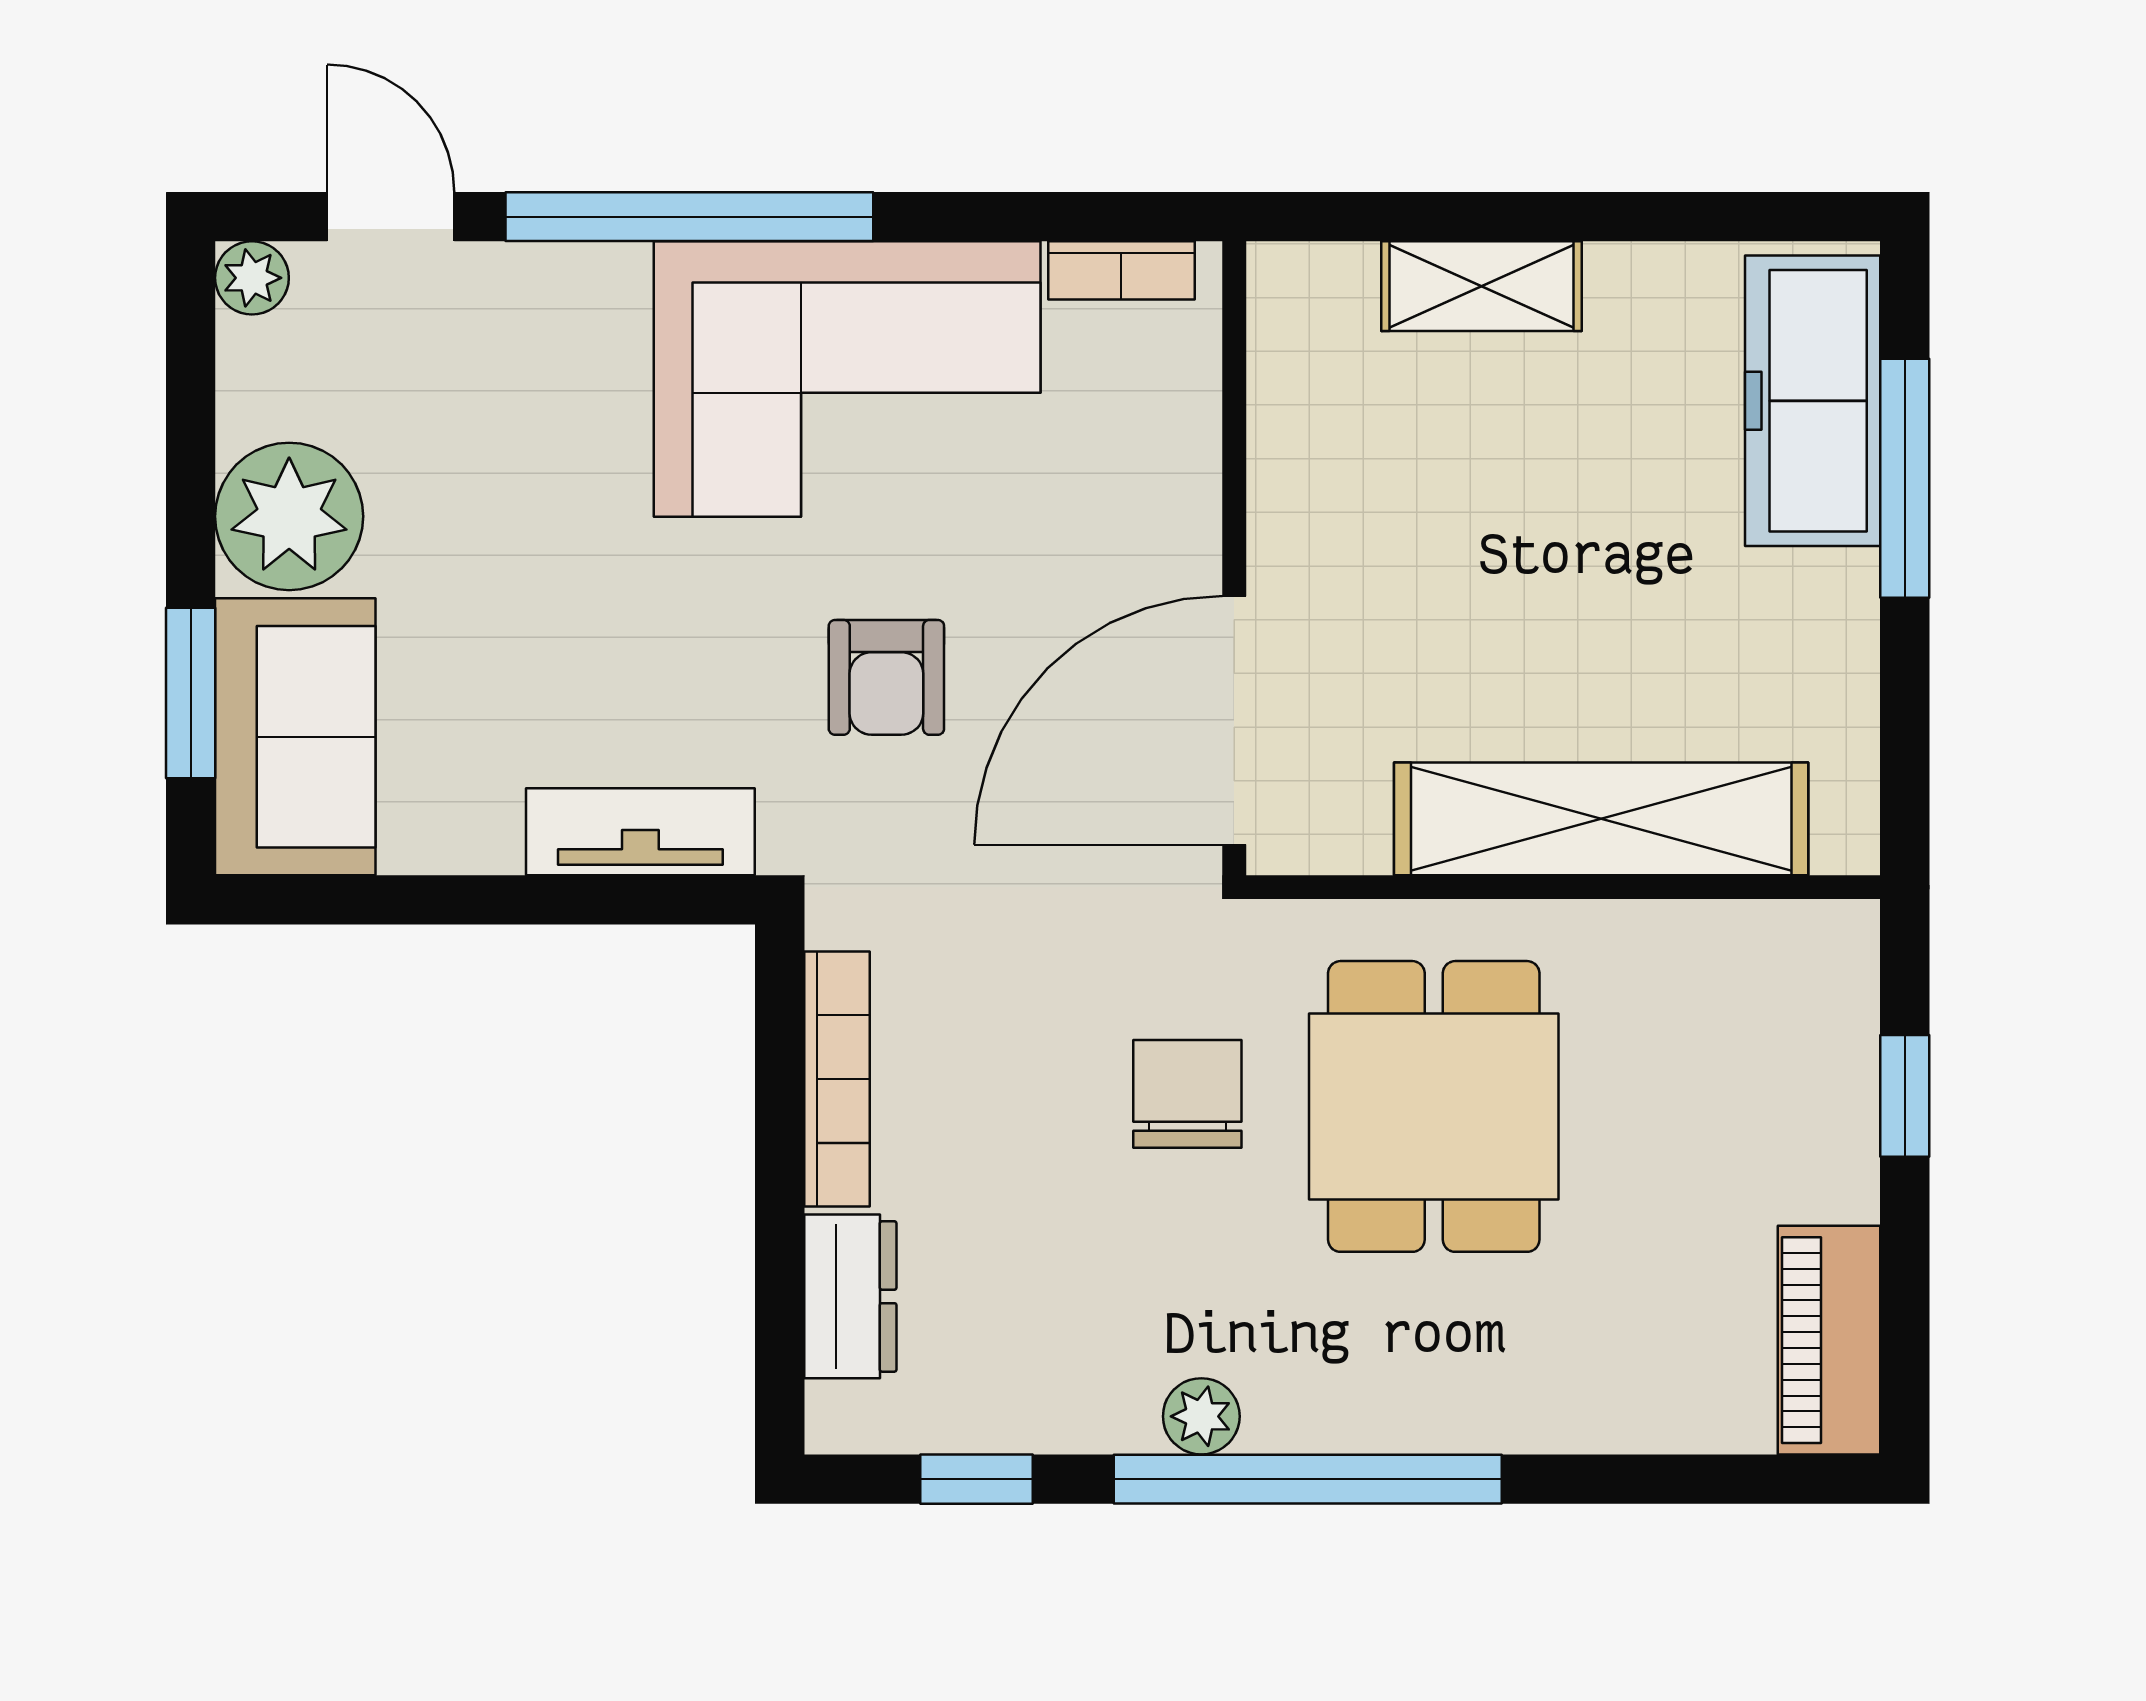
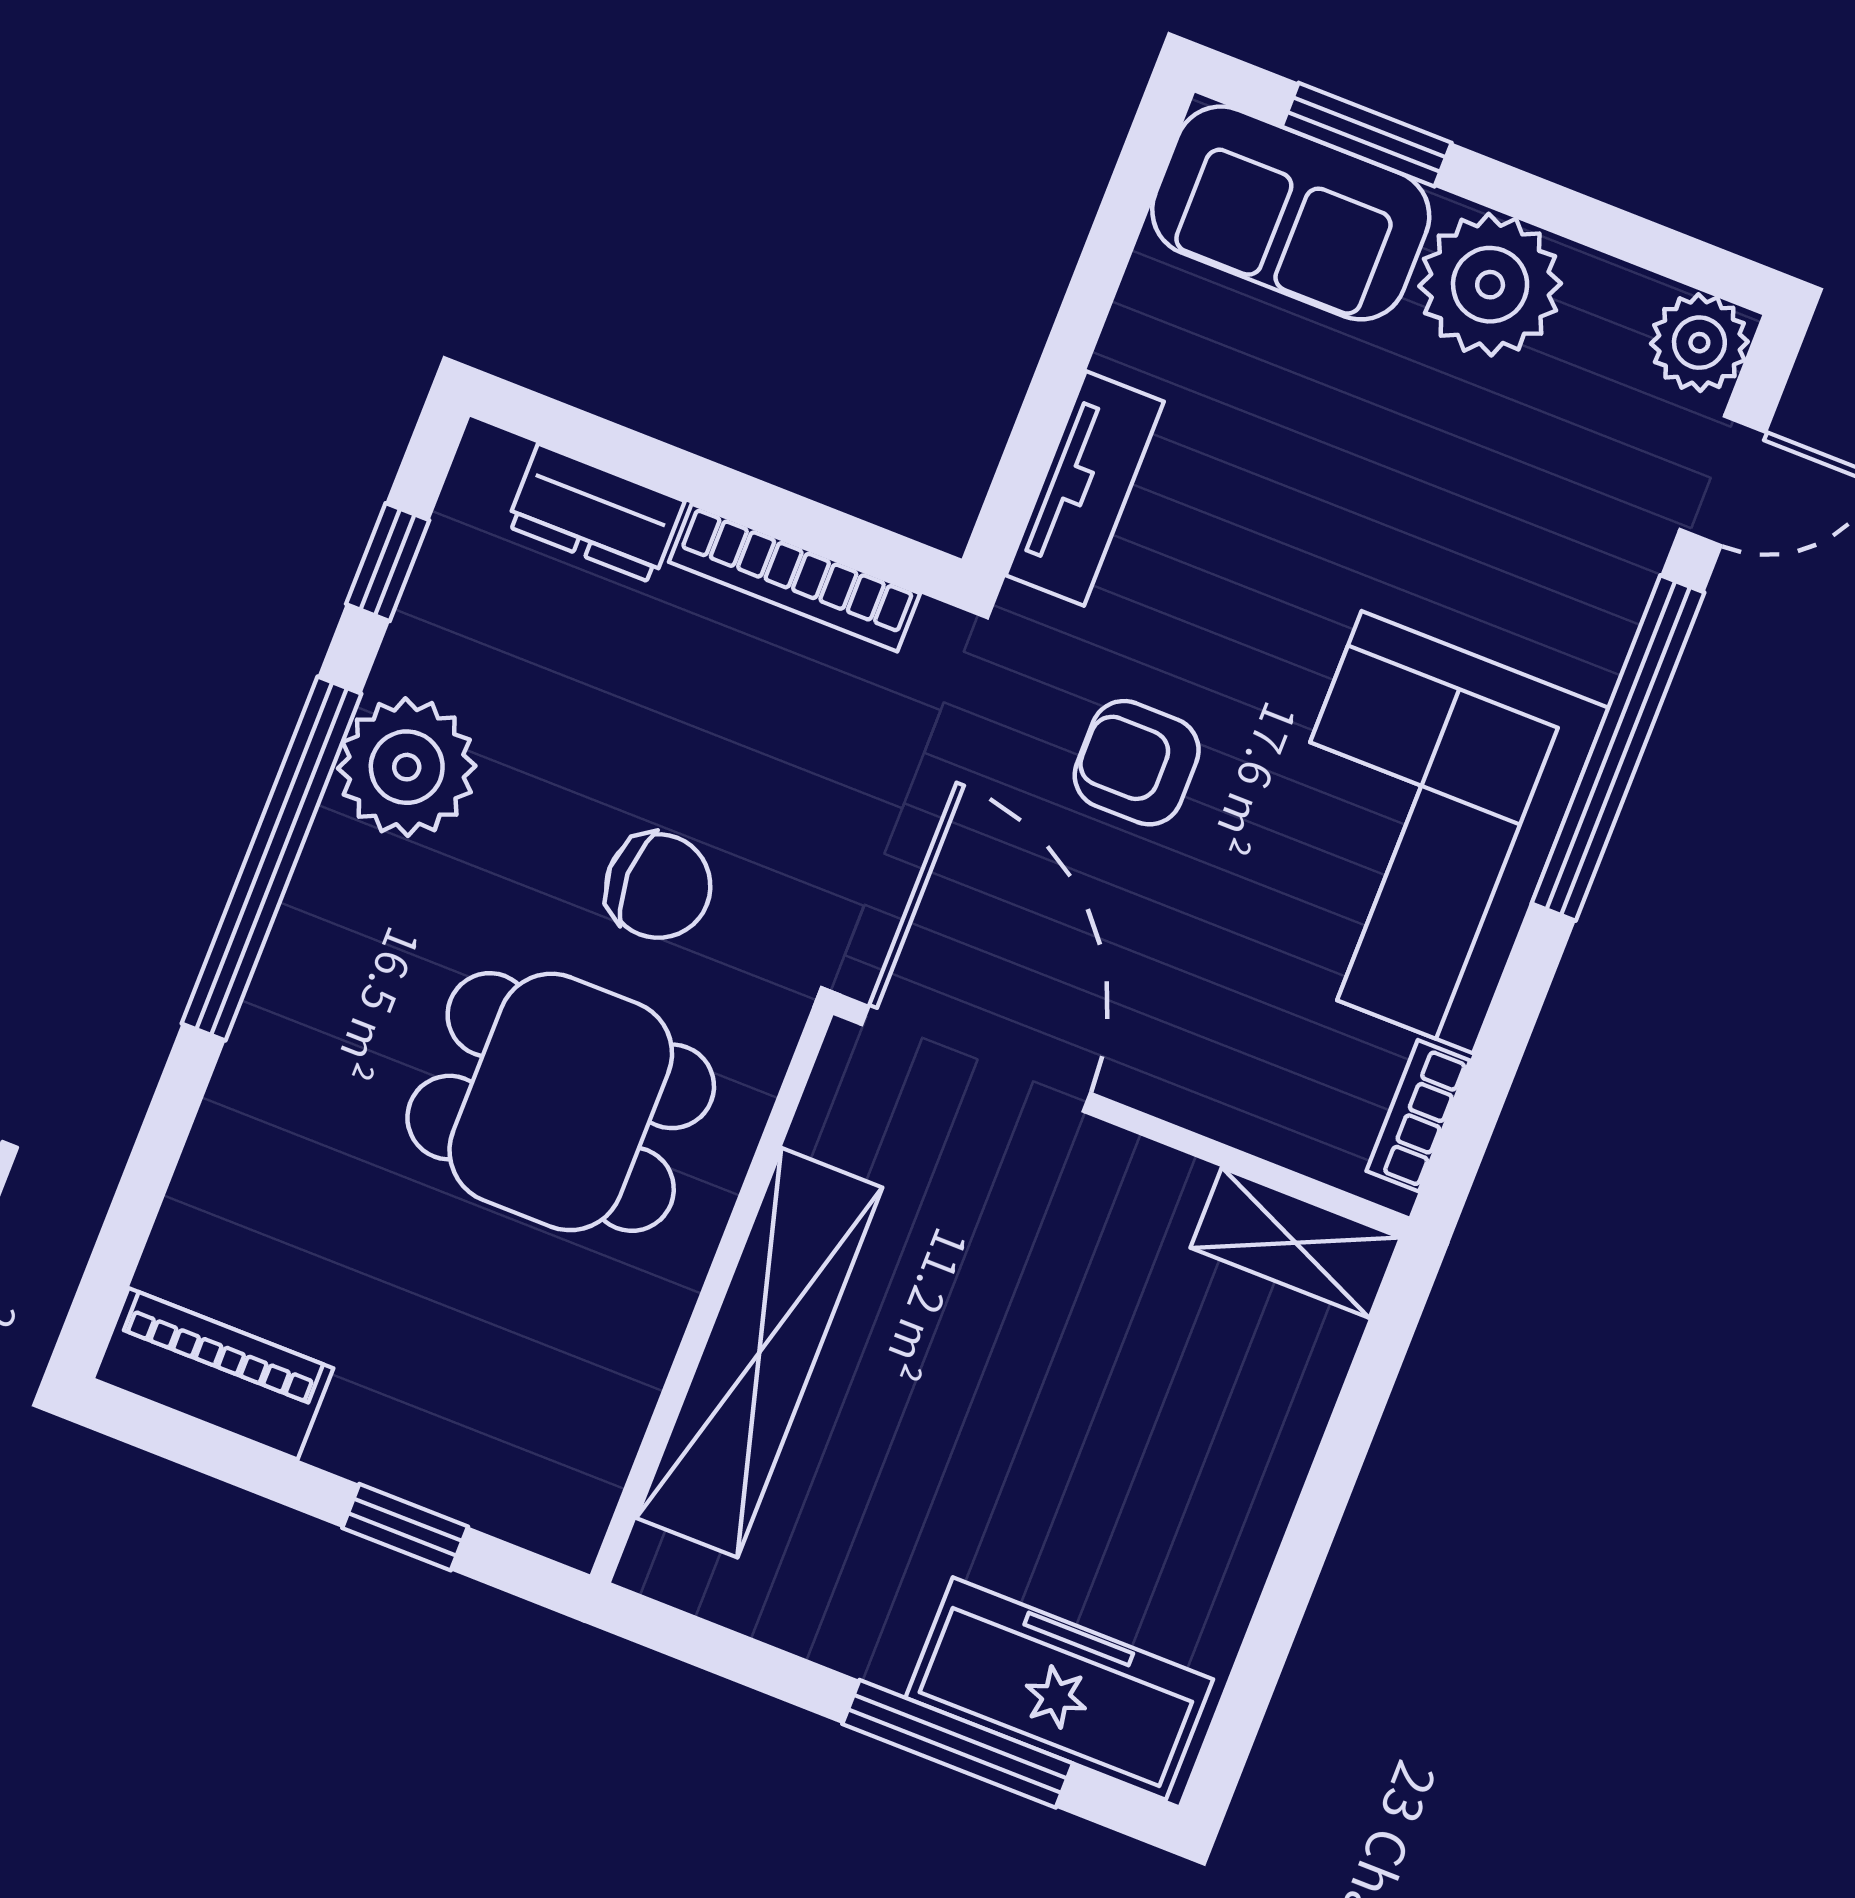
plant: (252, 278) -> (1699, 343), width x1.38, depth x1.38
shelving: (1481, 286) -> (1296, 1243), moved, turned 90
plant: (1201, 1416) -> (407, 767), width x1.87, depth x1.87

